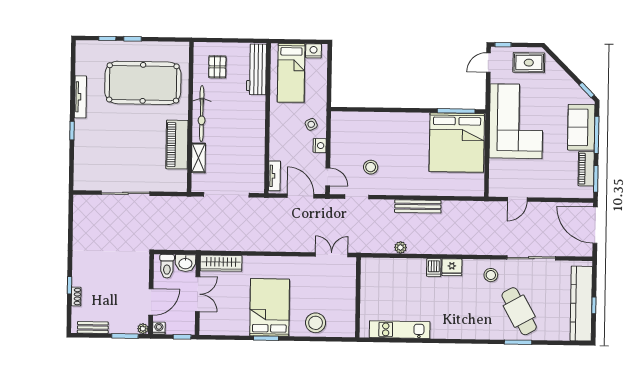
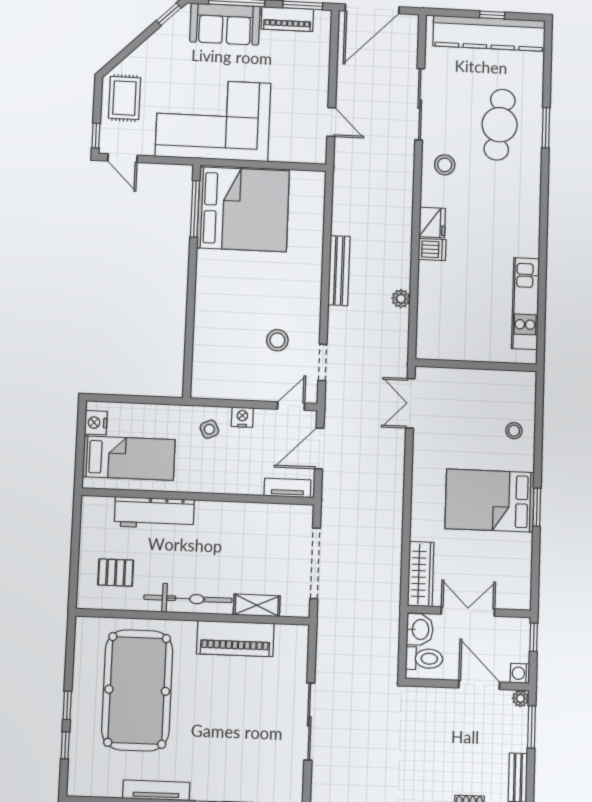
workbench: (256, 69) -> (154, 513), moved
cafe table: (519, 311) -> (500, 125), turned -55
stool: (316, 323) -> (514, 431), width x0.53, depth x0.53

